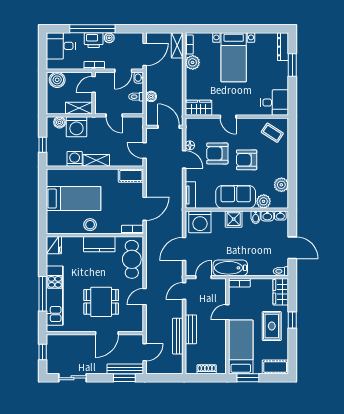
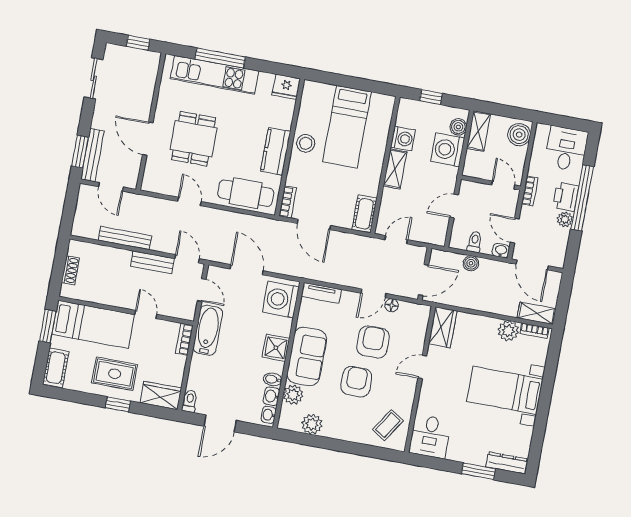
shelving: (79, 108) -> (479, 131), moved
bench: (191, 329) -> (152, 262), moved

